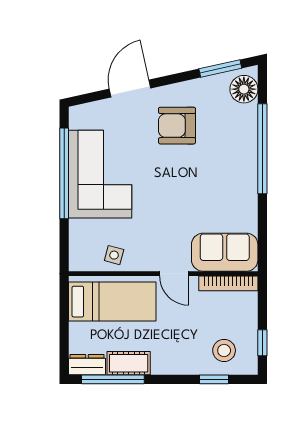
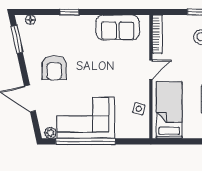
floor lamp: (244, 89) -> (30, 20), width x0.53, depth x0.53
plant: (77, 120) -> (50, 133), added
window: (262, 149) -> (69, 12), width x0.32
sofa: (225, 252) -> (118, 27), moved, turned -90

